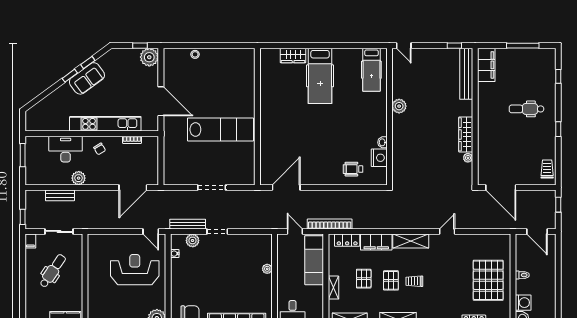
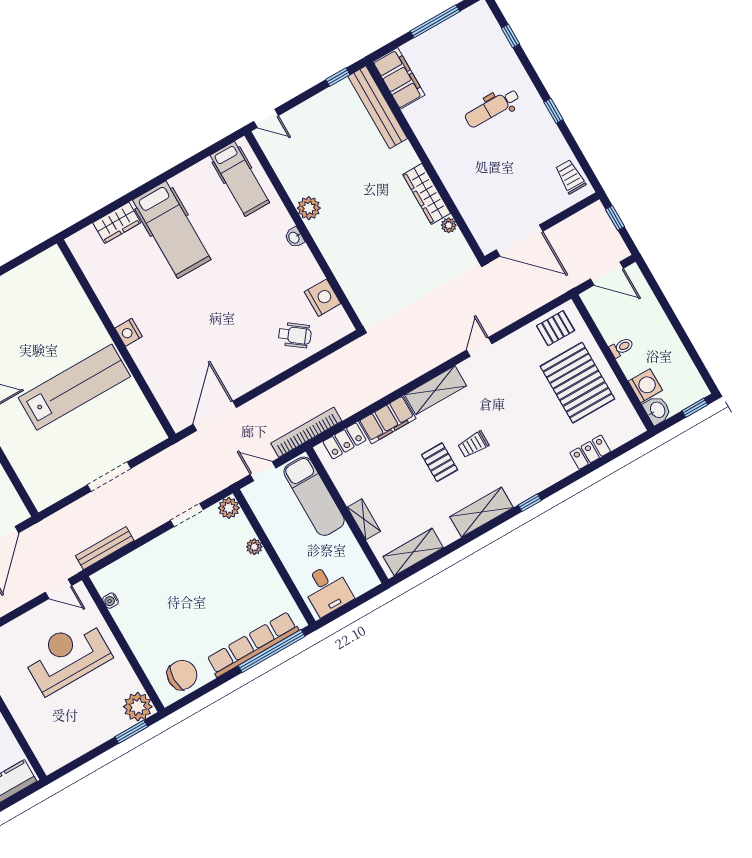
nightstand: (266, 117) -> (129, 332), added
washbasin: (382, 142) -> (294, 238), moved
wheelchair: (353, 169) -> (295, 335), turned -143
doorway: (217, 231) -> (187, 515), moved
plant: (193, 240) -> (229, 508), moved
pallet: (364, 279) -> (556, 328), moved, turned 90

